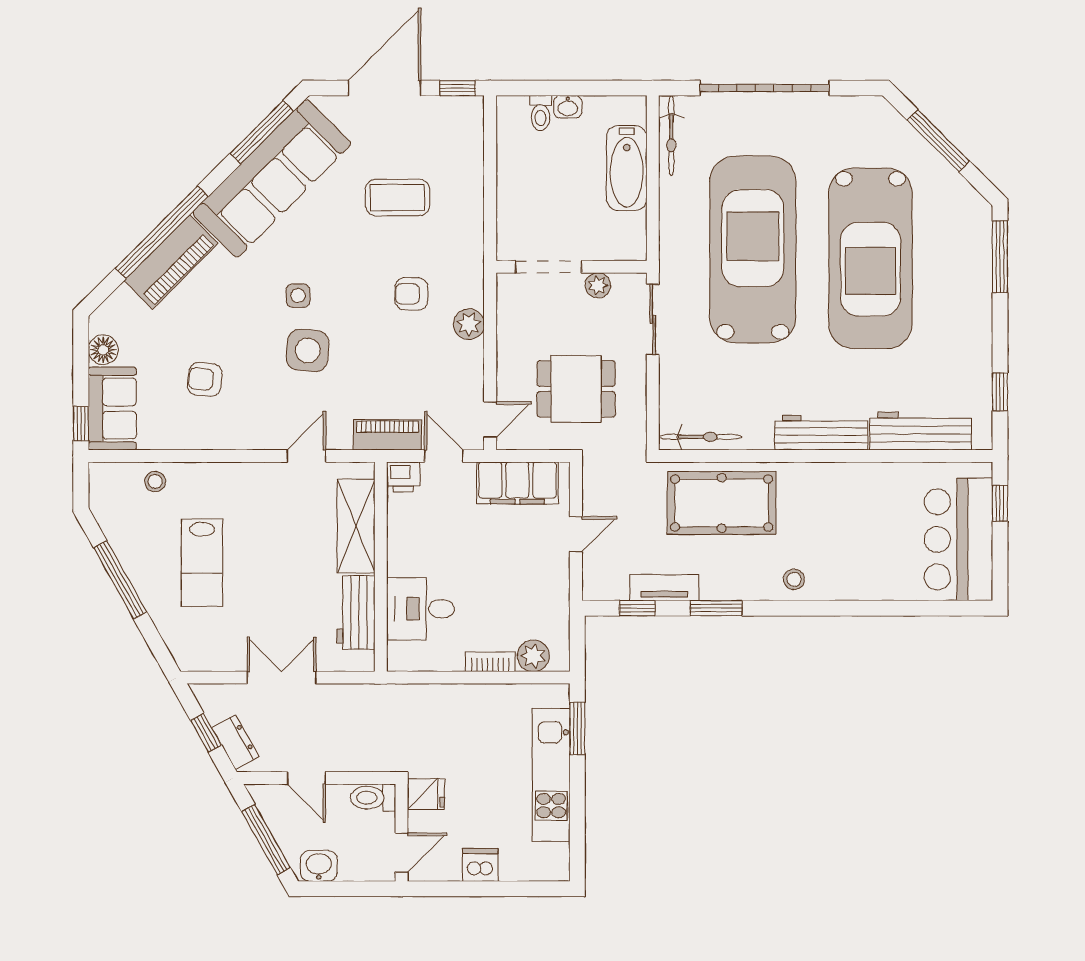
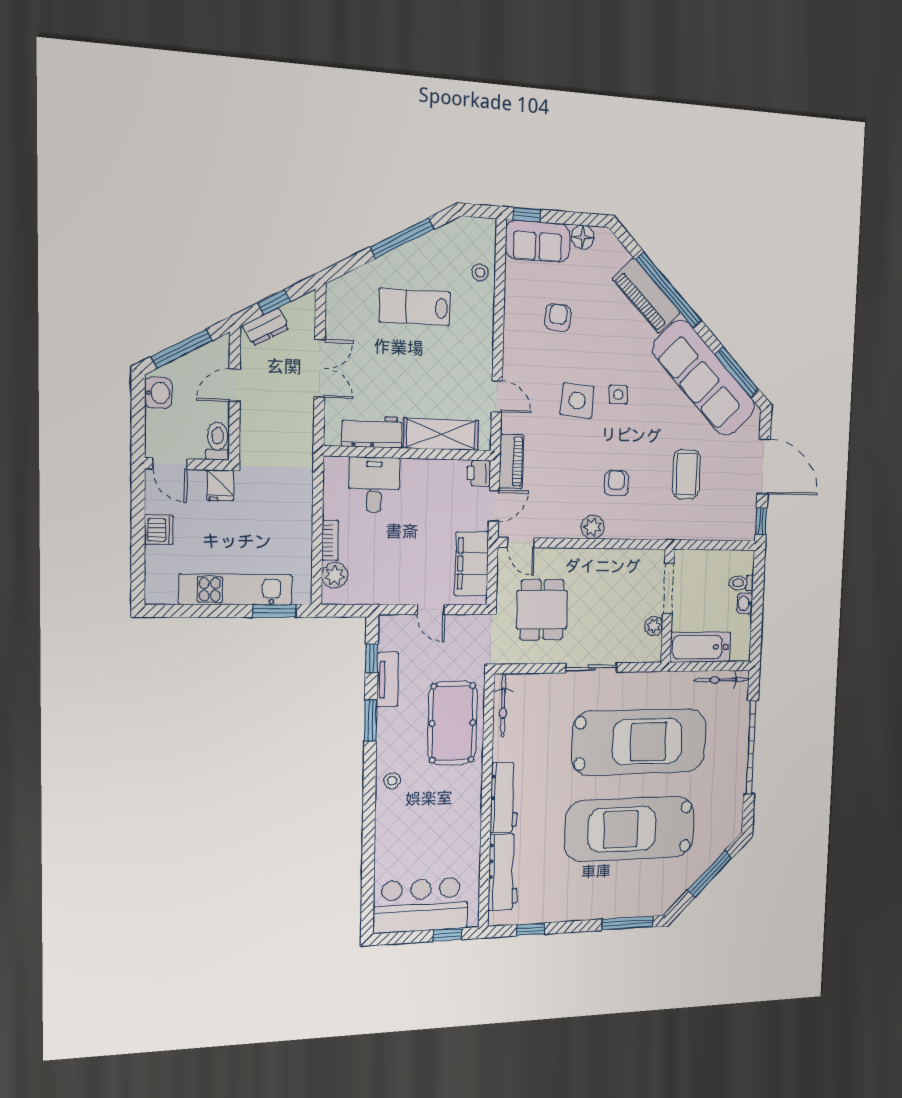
doorway: (548, 267) -> (668, 589), moved
wall: (571, 267) -> (668, 606), moved
plant: (598, 285) -> (654, 626), moved

